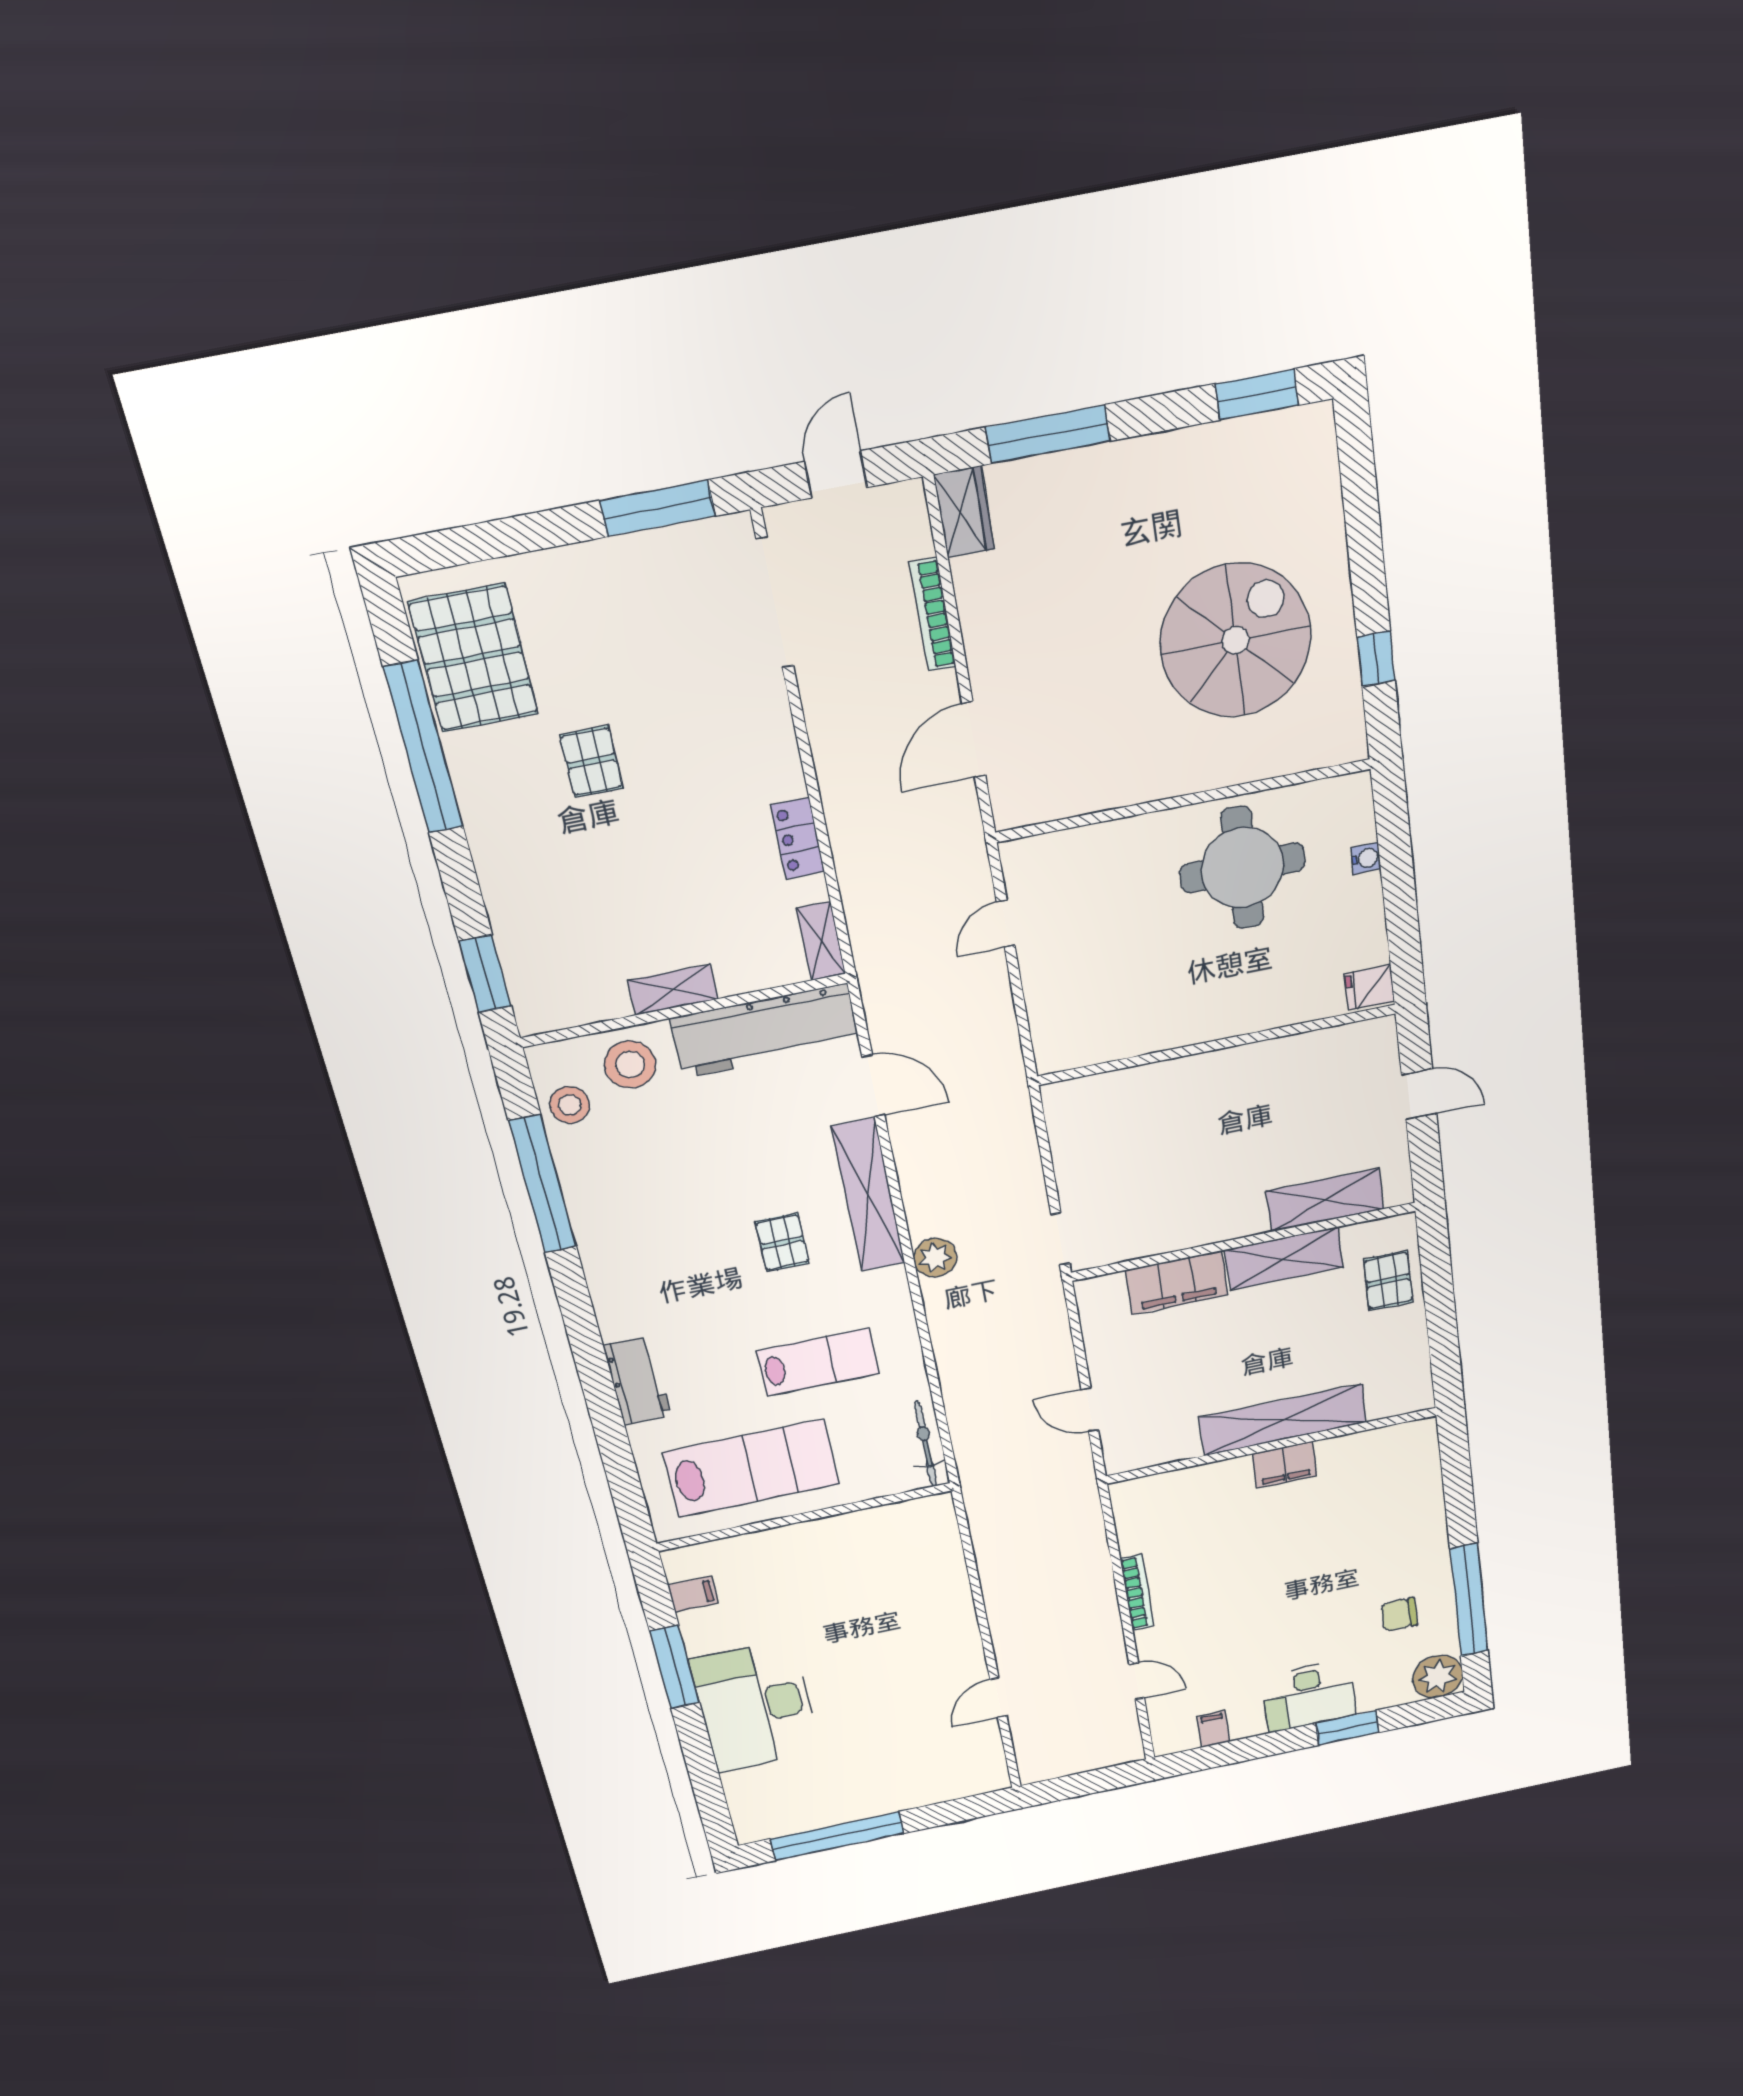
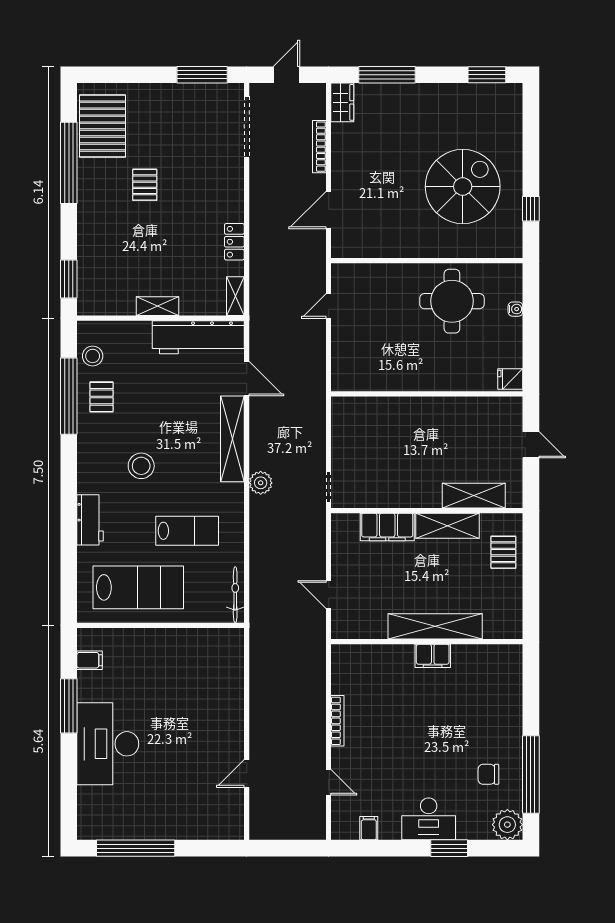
stool: (630, 1065) -> (141, 466), moved
pallet: (782, 1242) -> (102, 397), moved

